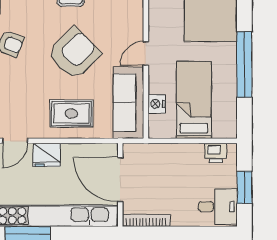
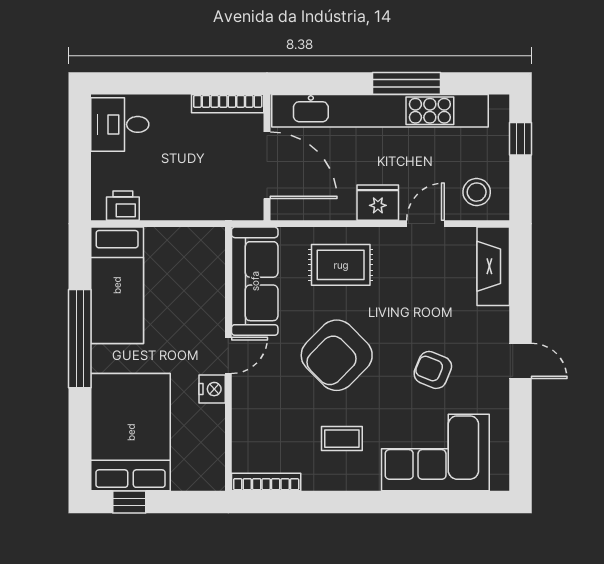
bed: (194, 100) -> (117, 285), moved
nightstand: (157, 104) -> (212, 389), moved
window: (244, 187) -> (80, 153), removed

